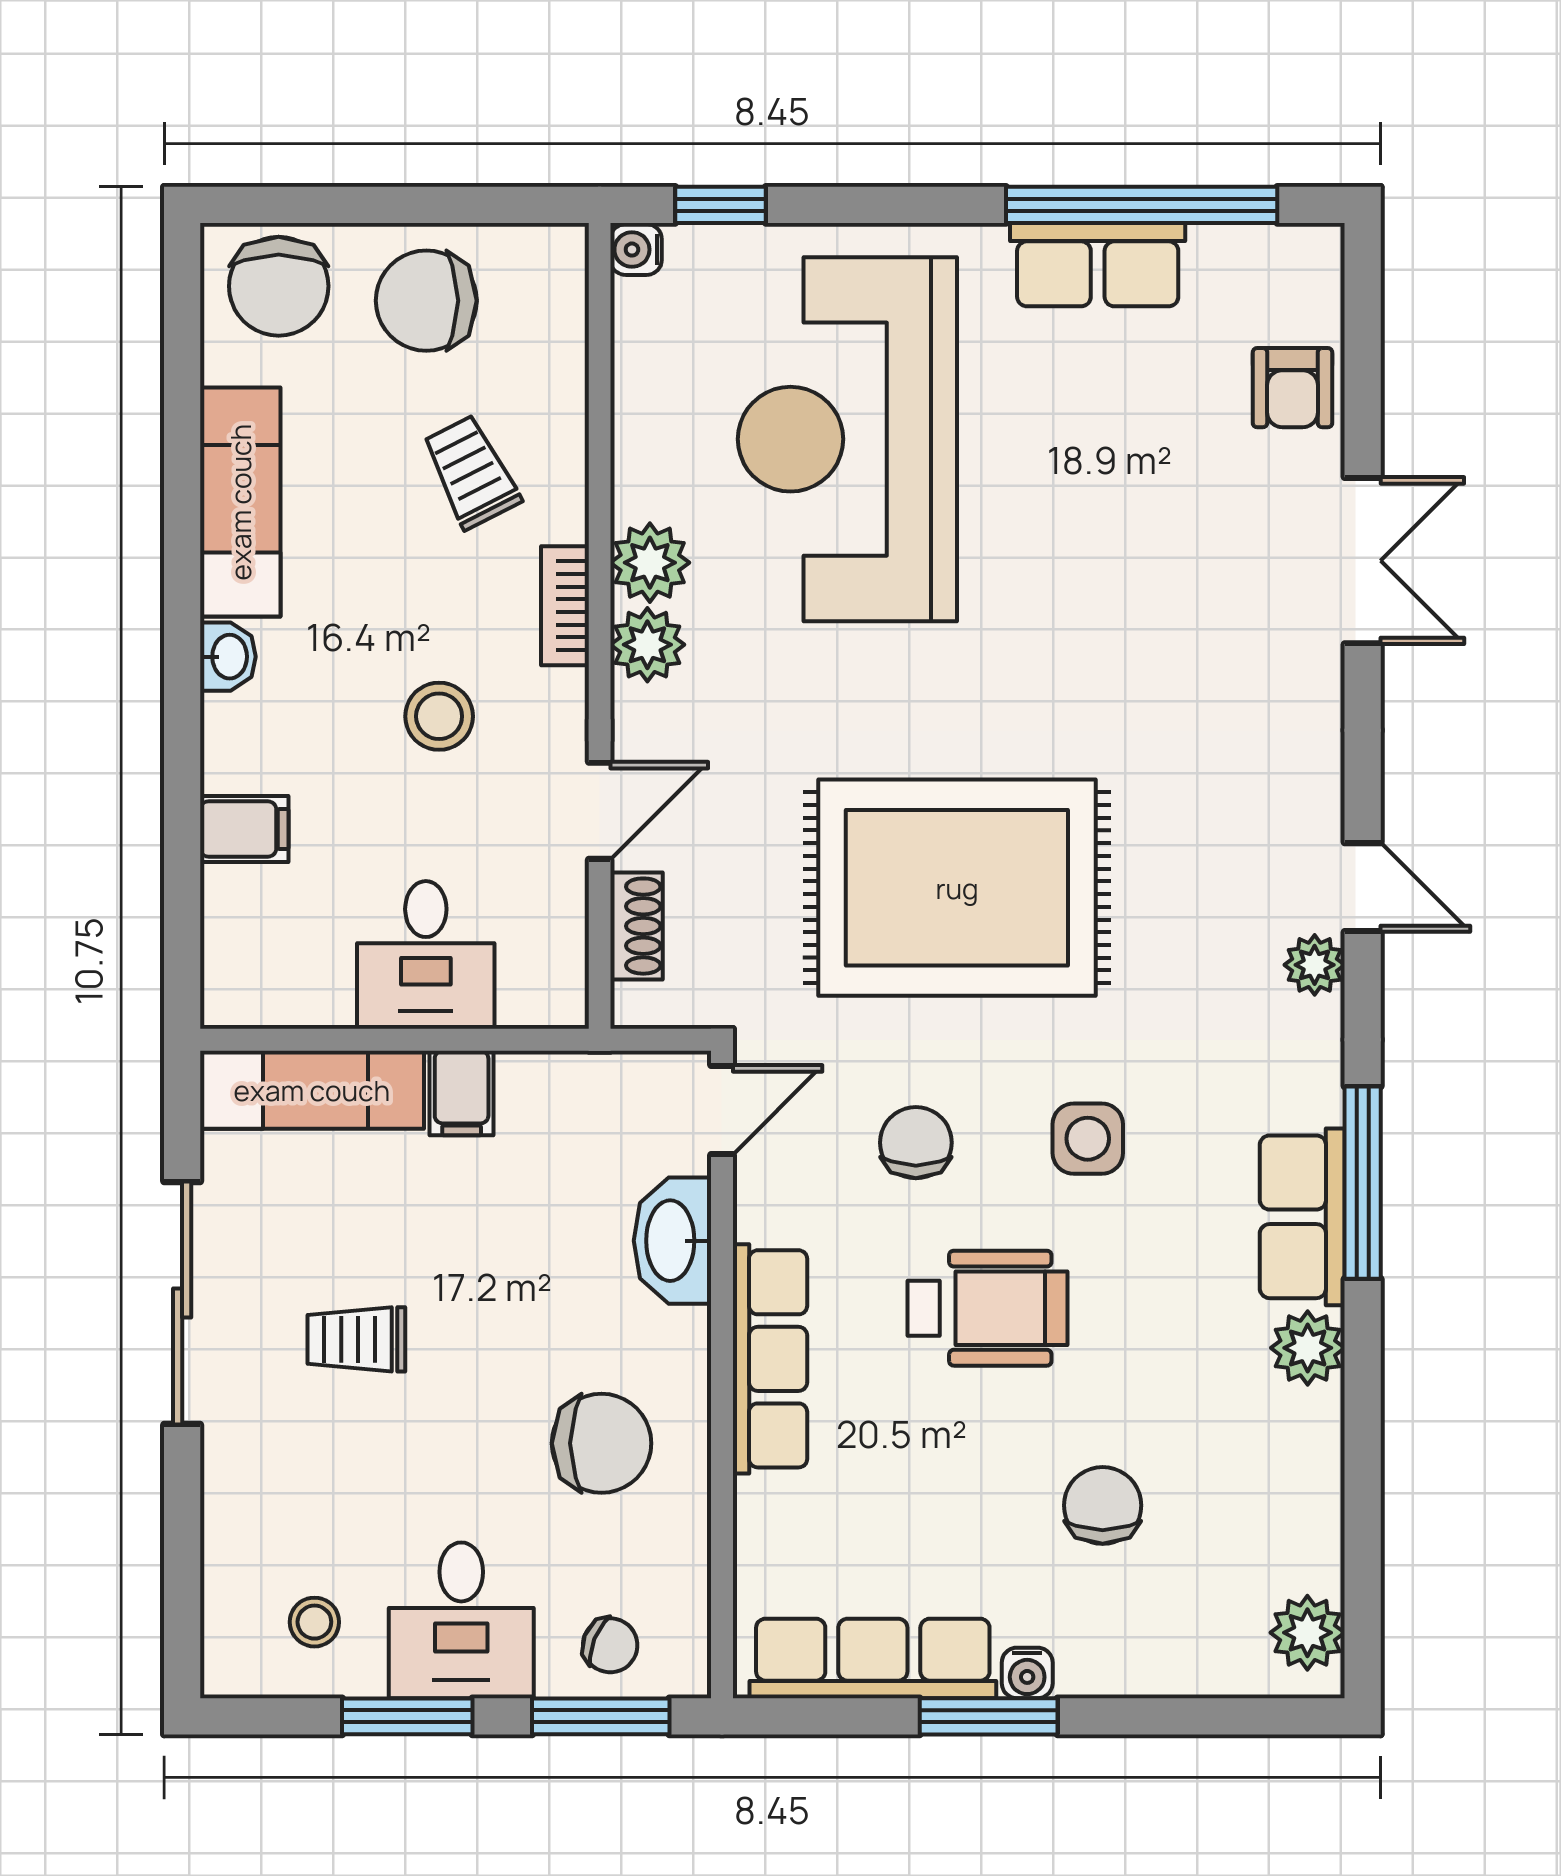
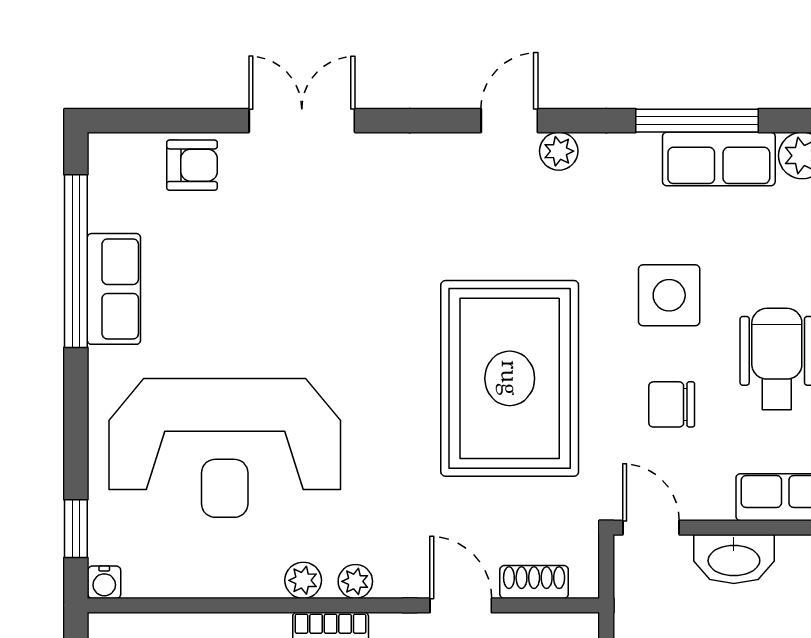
plant: (650, 563) -> (303, 580), width x0.73, depth x0.73
plant: (647, 645) -> (355, 581), width x0.73, depth x0.73
side table: (1088, 1139) -> (669, 295), width x1.37, depth x1.37

